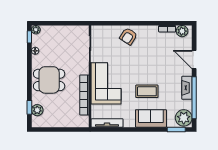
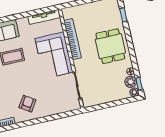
armchair: (128, 36) -> (27, 104), moved
dining table: (49, 80) -> (110, 46), turned 90
plant: (37, 110) -> (131, 82), moved

